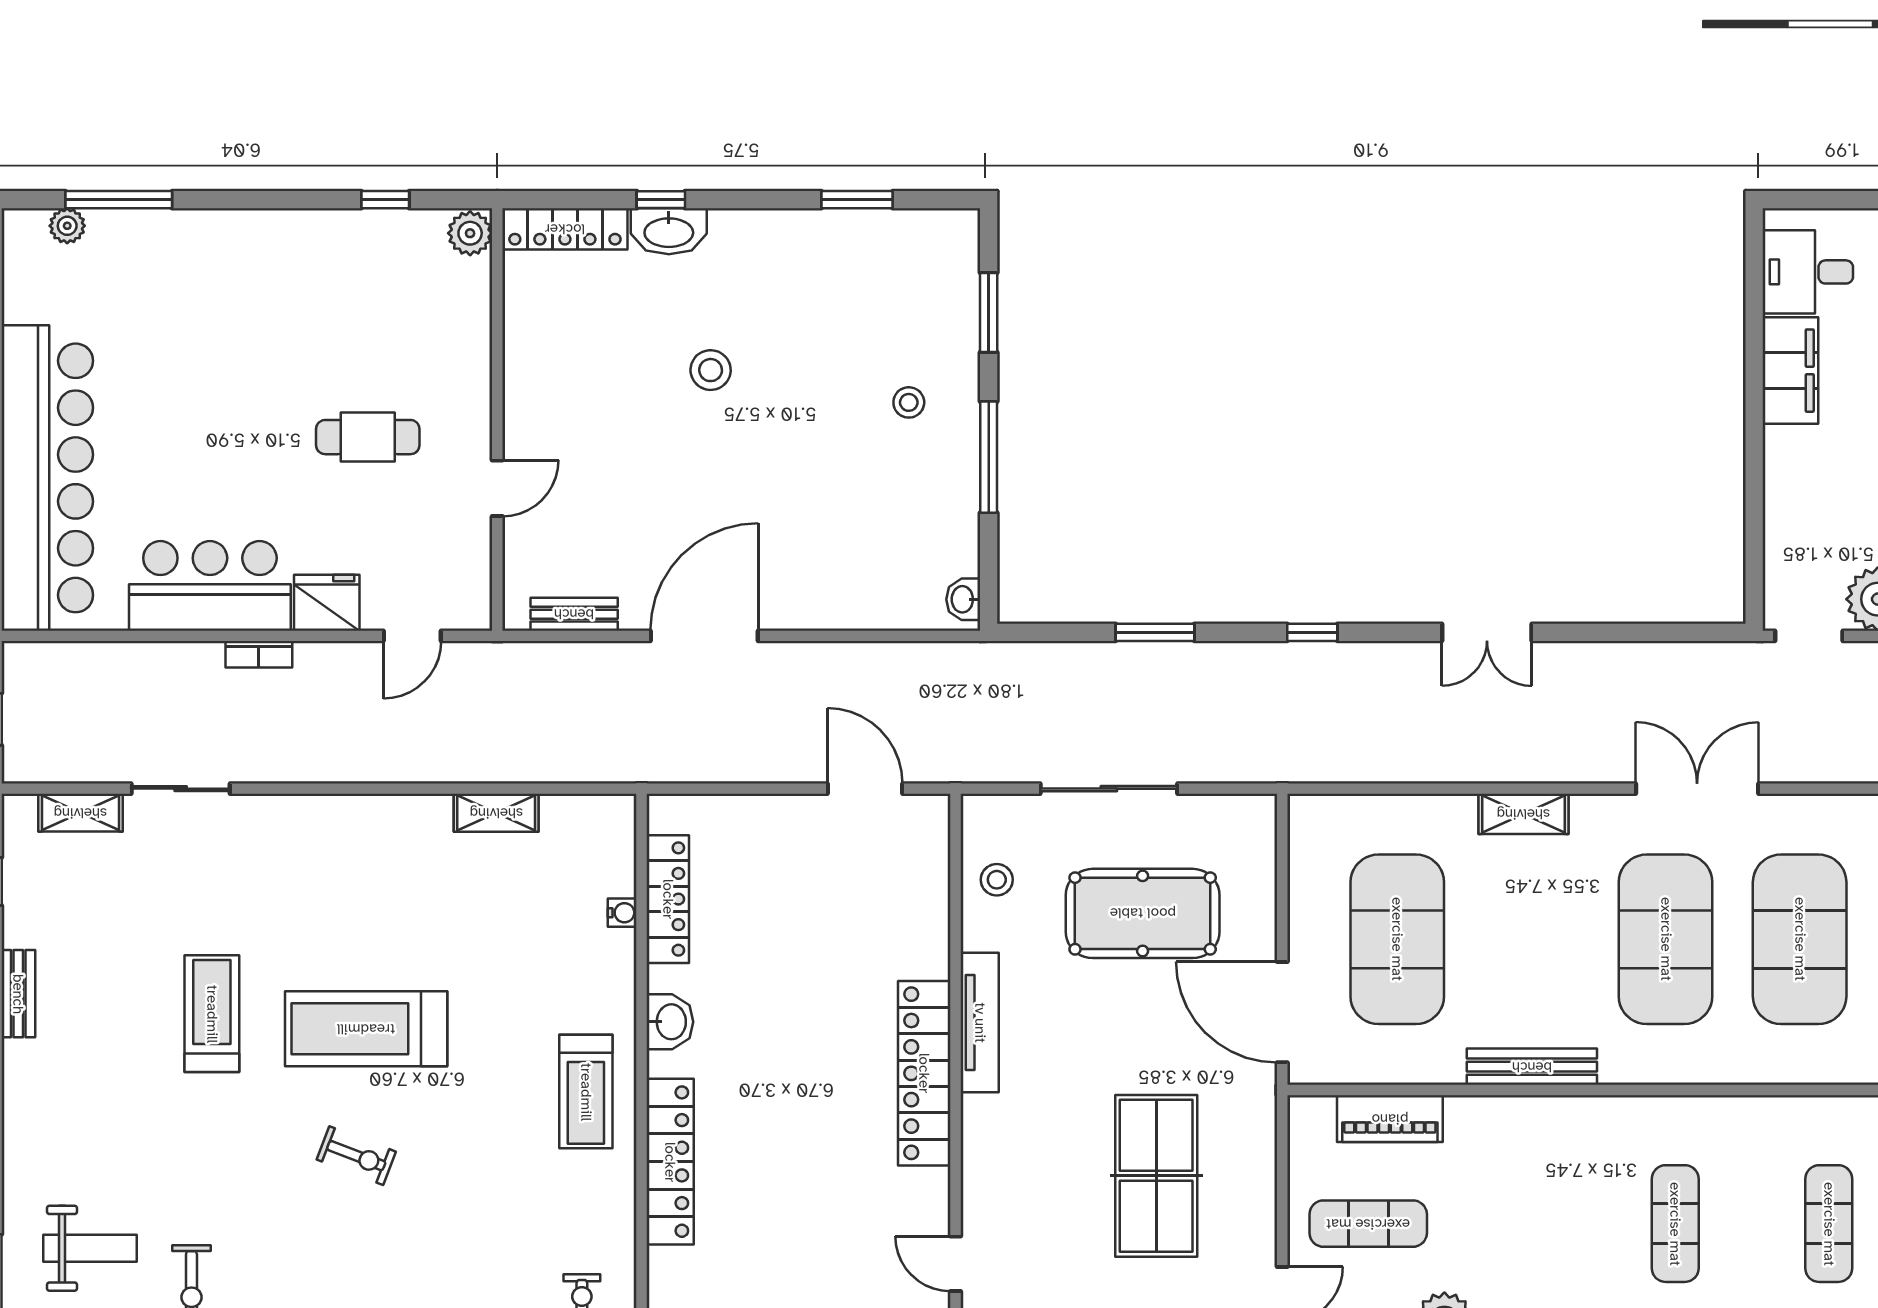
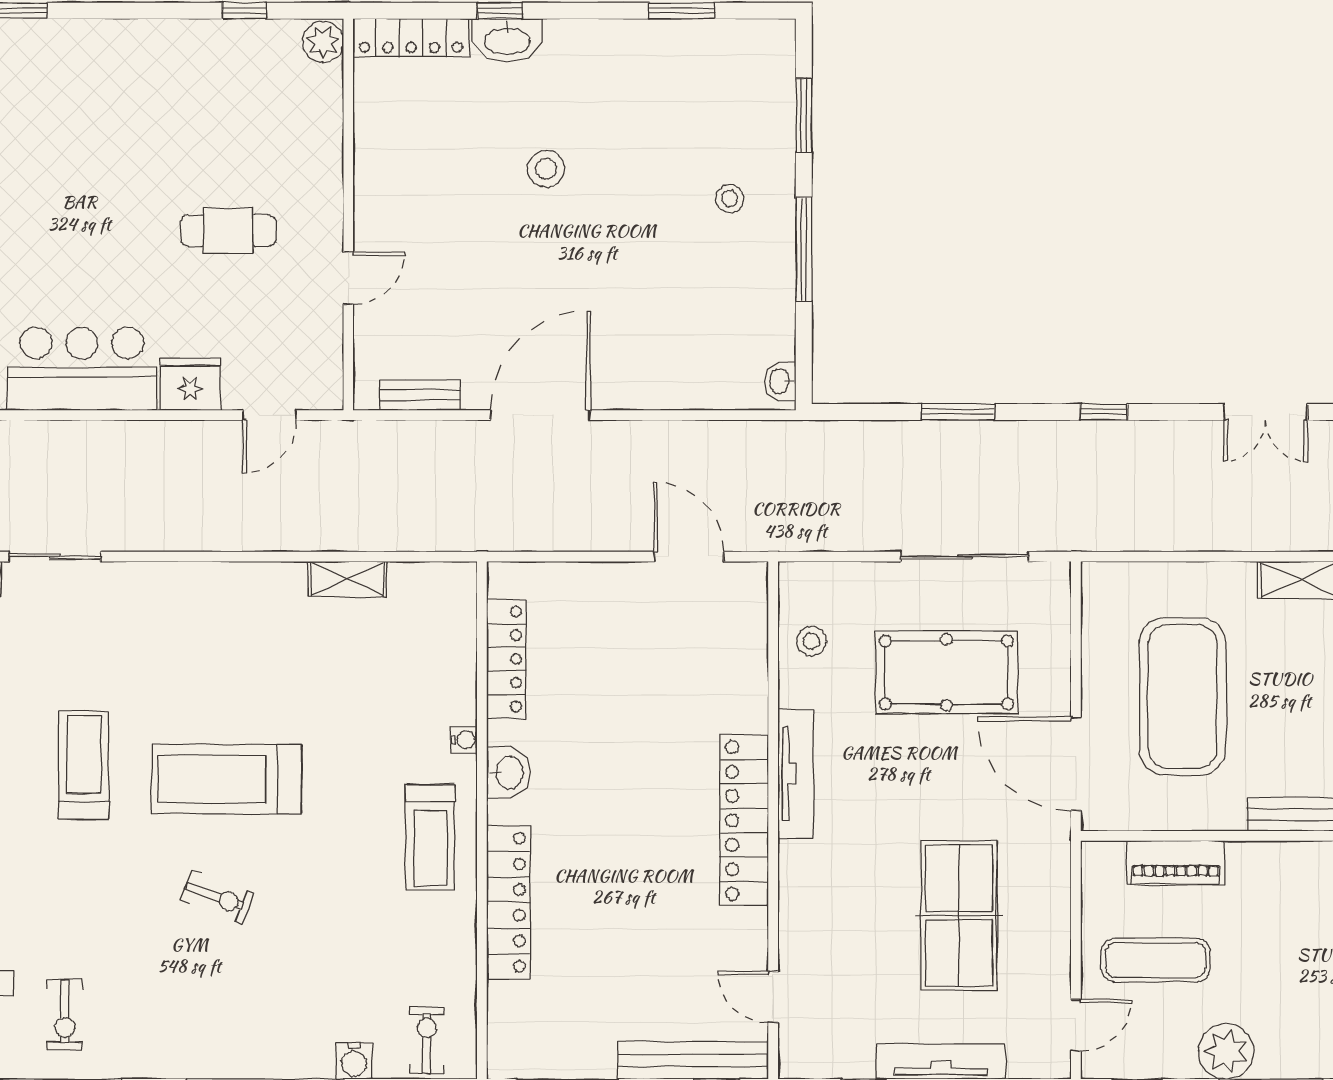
bookcase: (259, 654) -> (127, 432), removed
sliding door: (1109, 789) -> (965, 557), moved
water cooler: (622, 913) -> (464, 740), moved

